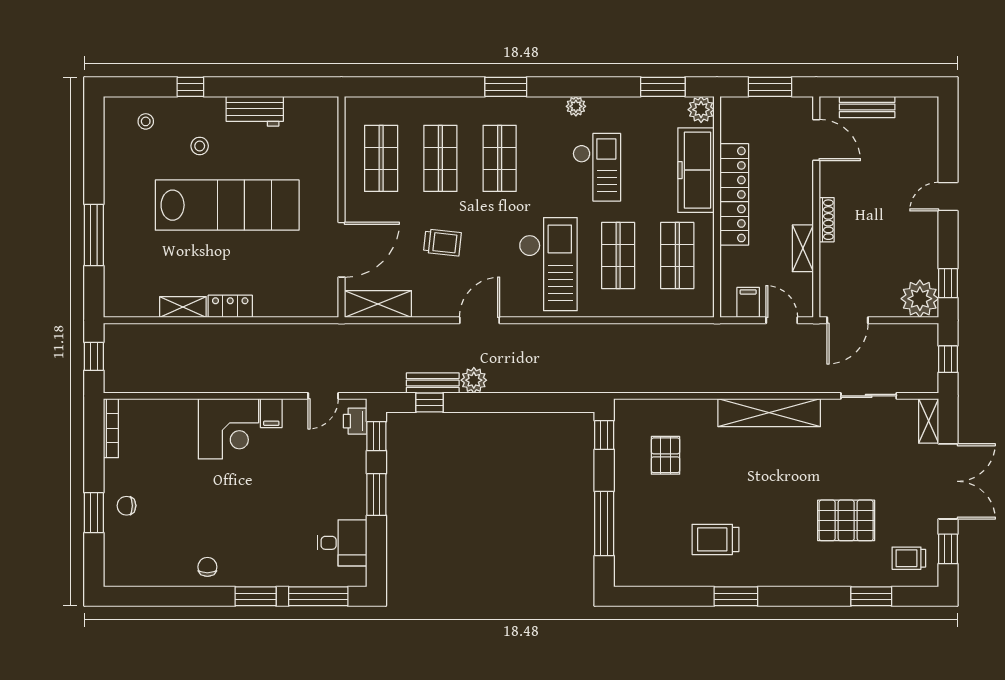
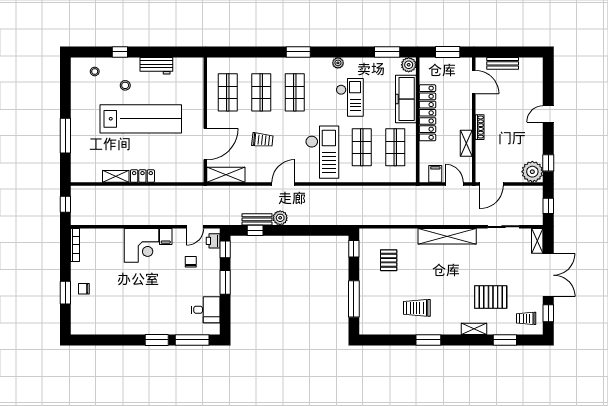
chair: (207, 567) -> (191, 262), moved
shelving: (817, 577) -> (474, 329), added

